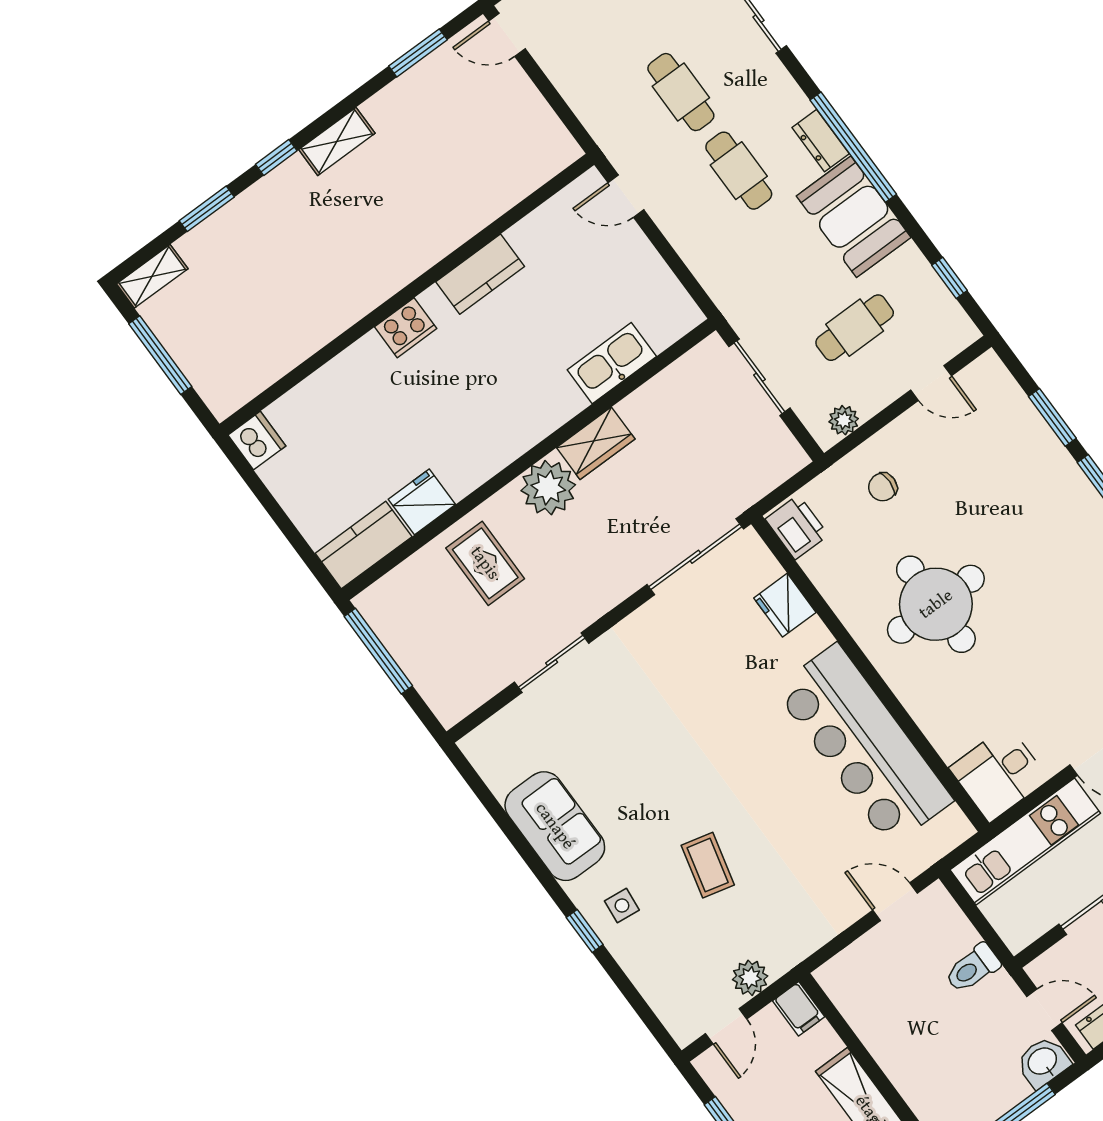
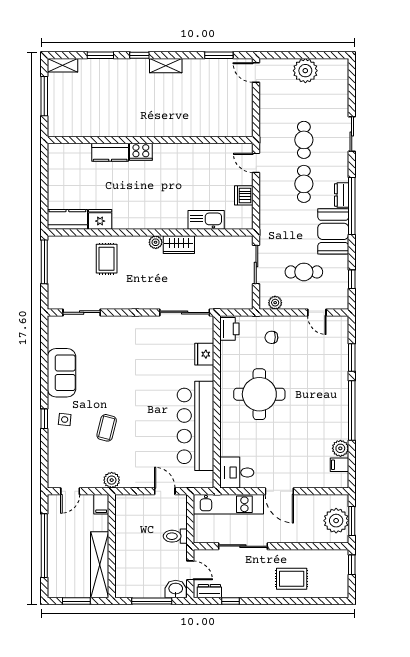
kitchen counter: (480, 274) -> (110, 152), moved
dishwasher: (257, 440) -> (244, 195), moved, turned 180
plant: (548, 488) -> (156, 242), width x0.53, depth x0.53
sliding door: (552, 663) -> (82, 312), moved
plant: (750, 978) -> (112, 480), moved

